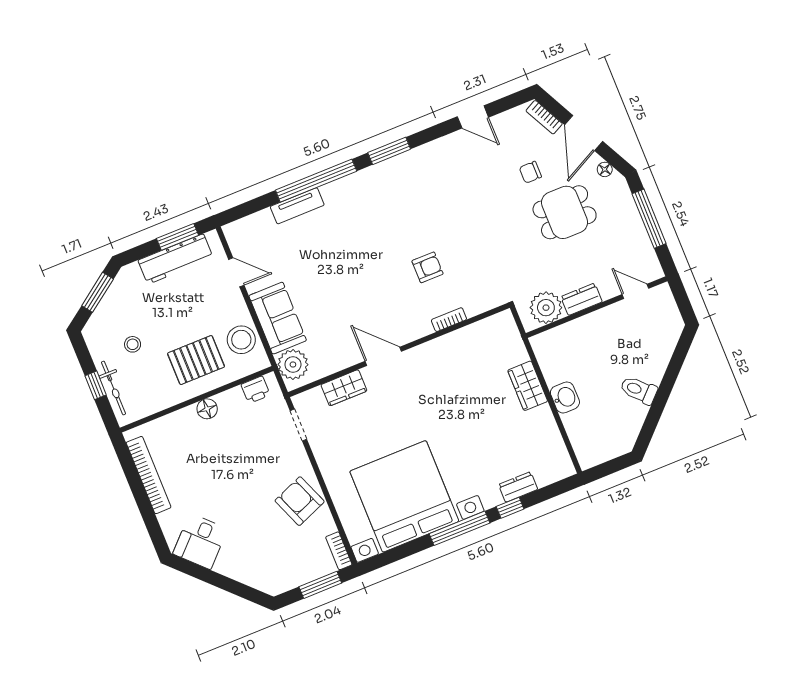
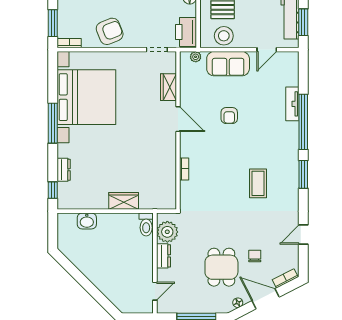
coffee table: (427, 209) -> (258, 183), added
armchair: (427, 267) -> (229, 116), moved
door: (383, 356) -> (178, 119), hinge flipped
plant: (293, 365) -> (196, 57), width x0.53, depth x0.53
printer: (256, 390) -> (186, 32), width x1.87, depth x1.48
toilet: (639, 390) -> (146, 225), moved, turned 135
washbasin: (565, 397) -> (87, 221), moved
window: (510, 508) -> (53, 190), moved

